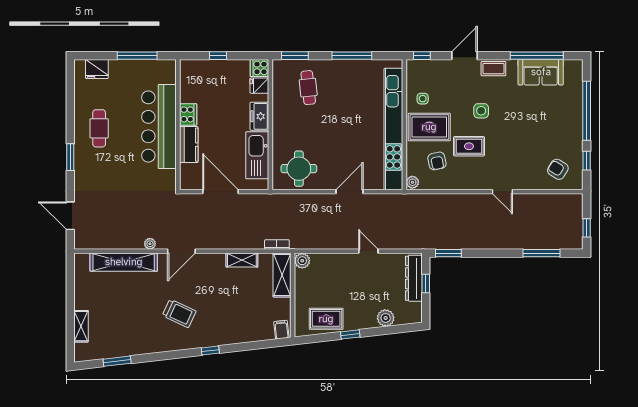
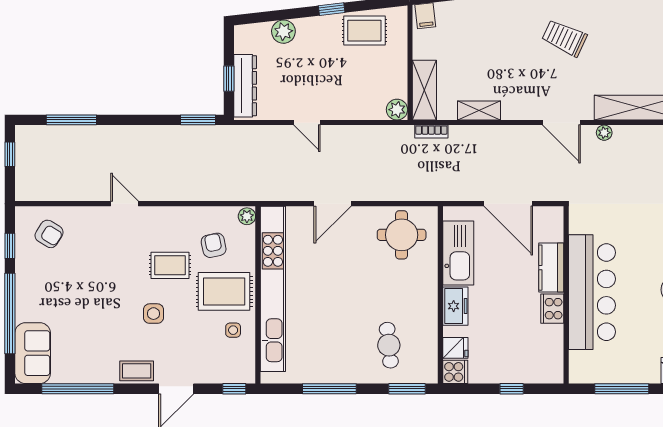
sofa: (541, 72) -> (33, 353), moved, turned 90
door: (181, 251) -> (561, 123), swing flipped

